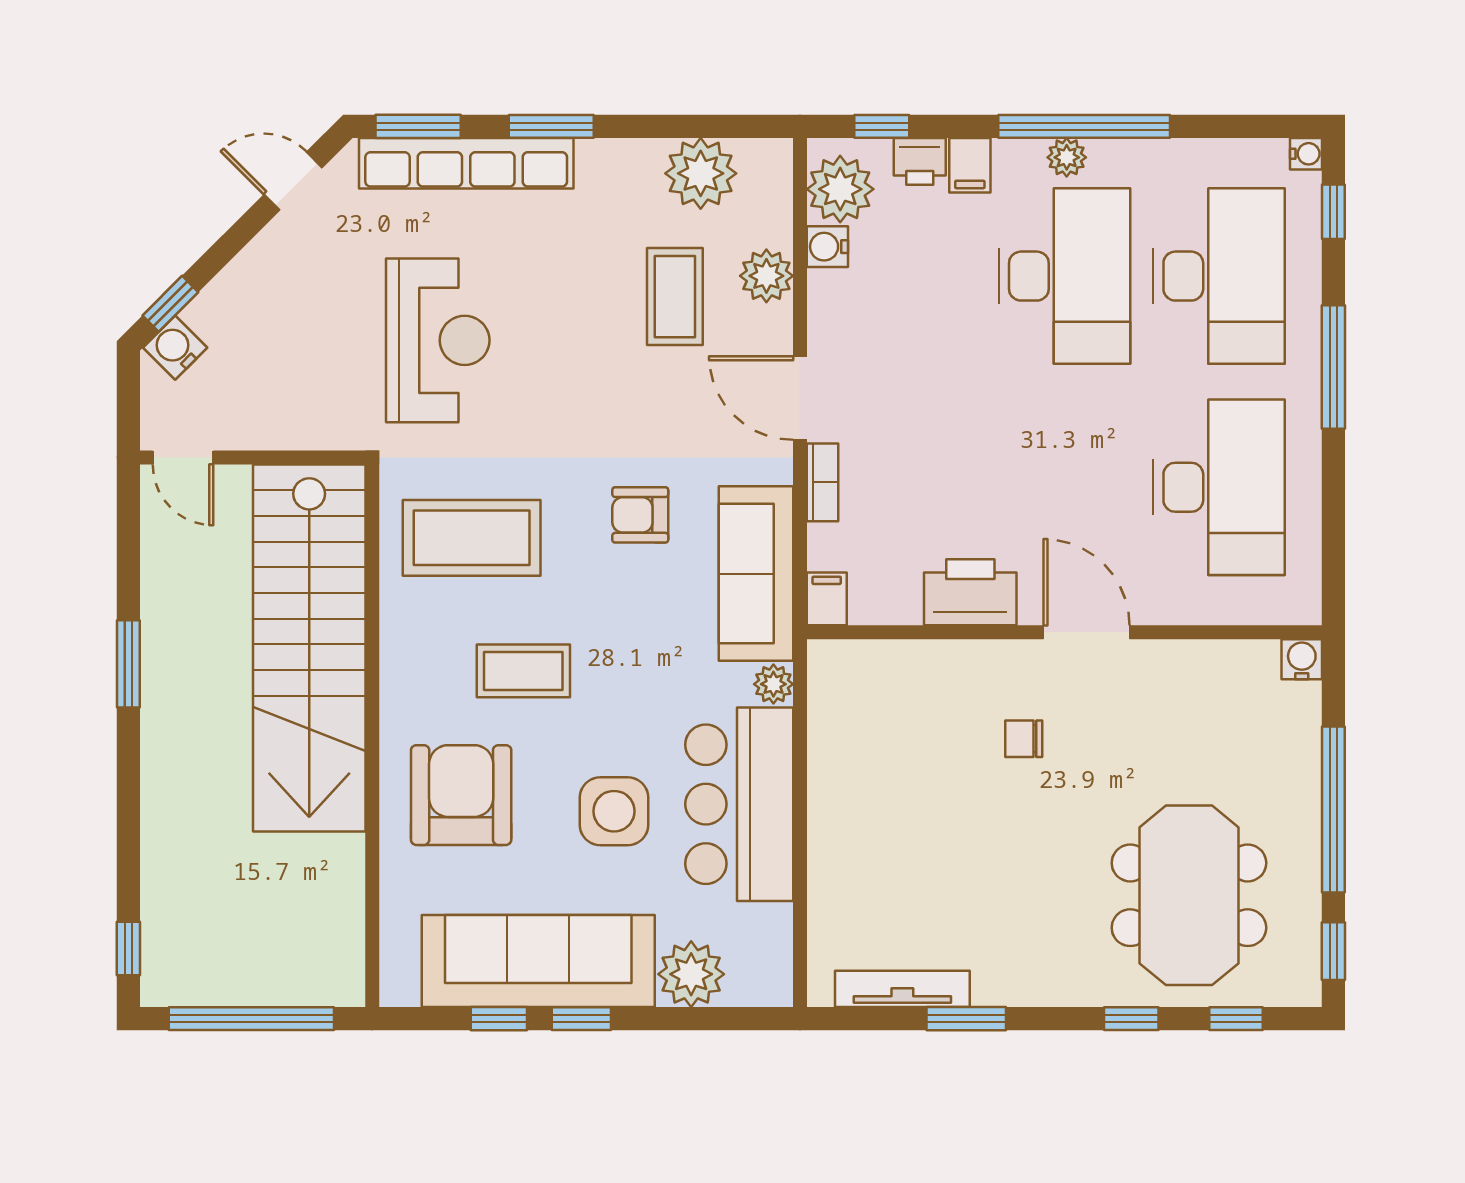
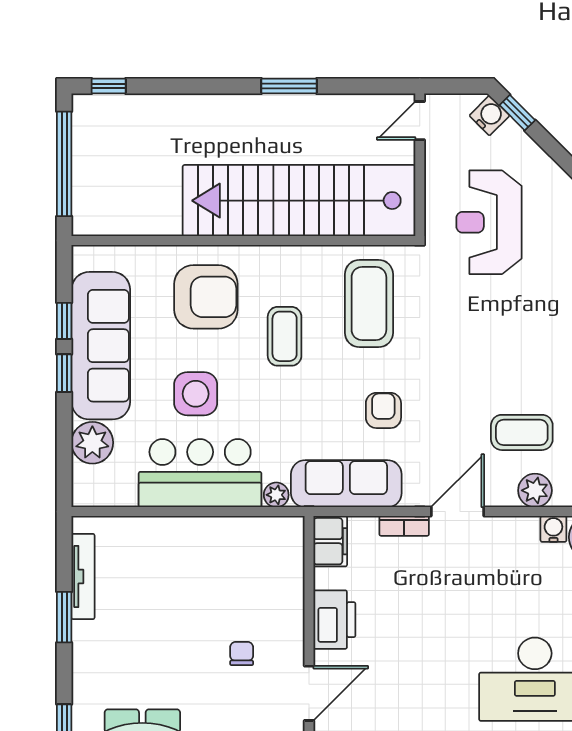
reception desk: (438, 340) -> (489, 222), moved, turned 90
filing cabinet: (827, 599) -> (330, 541), width x2.00

